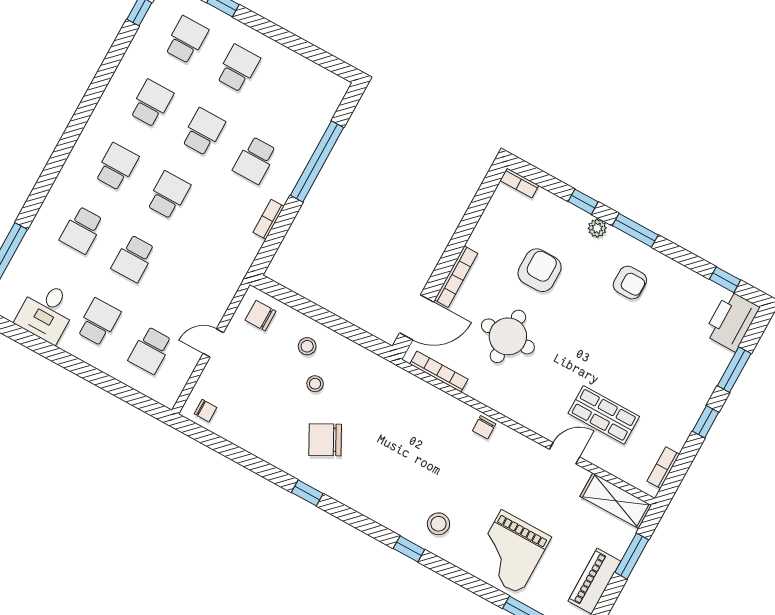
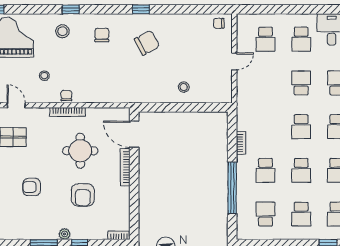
school desk: (290, 97) -> (265, 214), added
school desk: (255, 160) -> (265, 170), turned 180
armchair: (630, 283) -> (32, 187), moved
chair: (261, 316) -> (102, 35), moved, turned -90
door: (417, 317) -> (134, 134), hinge flipped
school desk: (150, 350) -> (265, 39), turned 180
bookcase: (439, 372) -> (67, 112), moved
stool: (315, 384) -> (44, 76), moved
door: (564, 453) -> (16, 105), swing flipped

